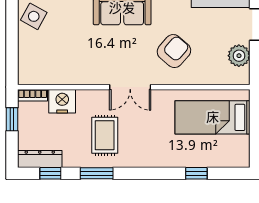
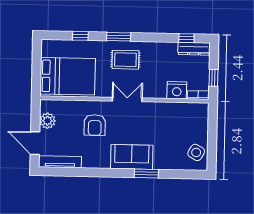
armchair: (174, 51) -> (95, 125), turned -41
bed: (213, 117) -> (68, 76), width x1.50
rug: (105, 135) -> (125, 60), moved, turned 90
window: (97, 173) -> (119, 37), moved

